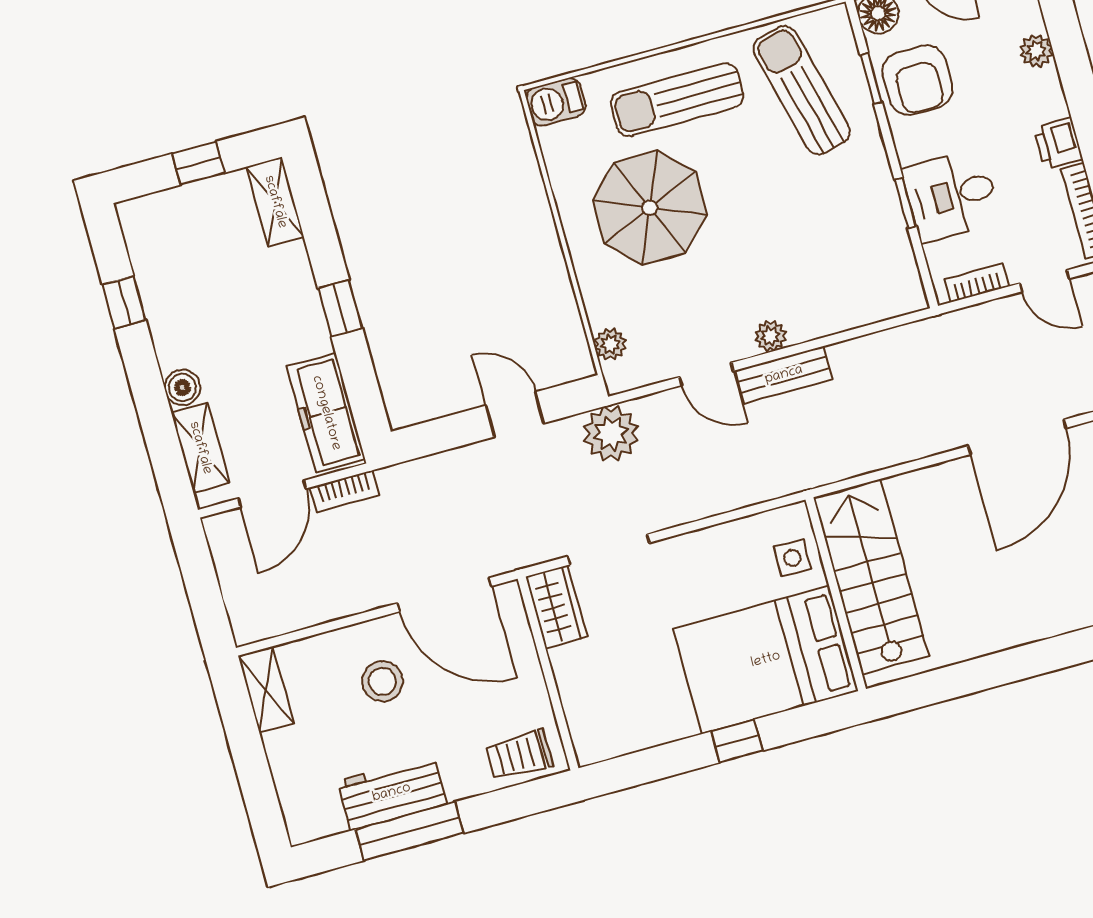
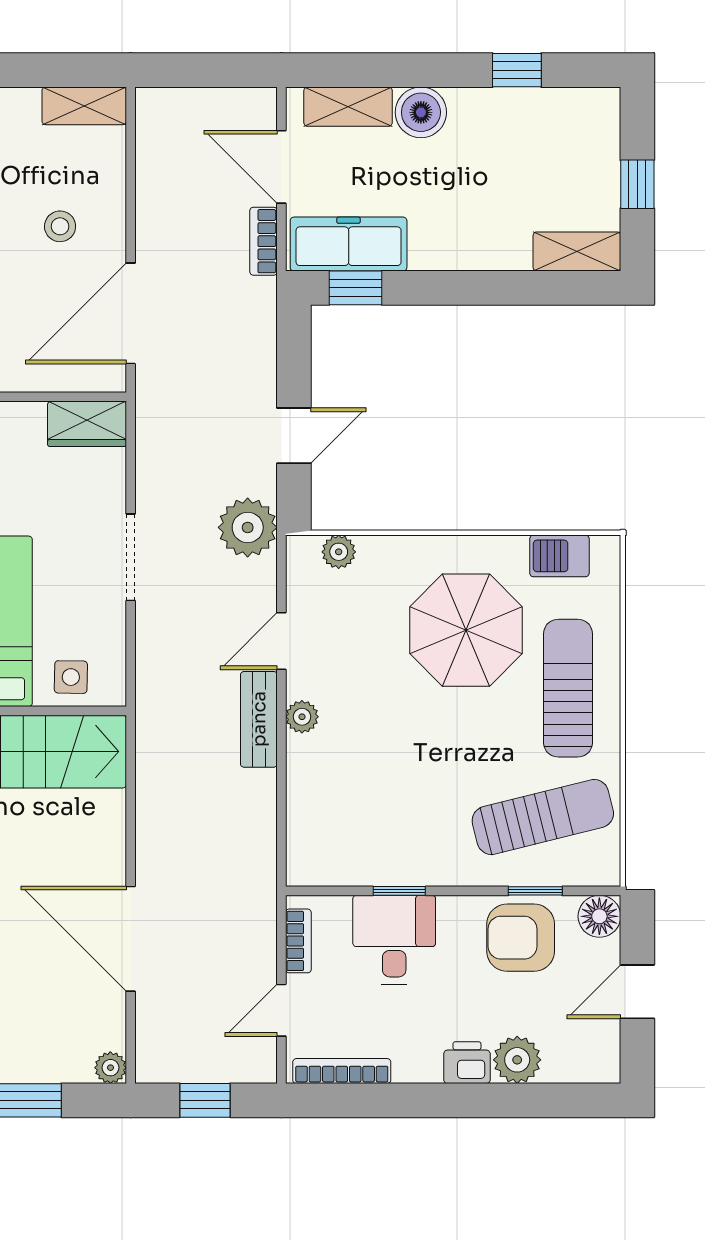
plant: (1036, 51) -> (517, 1060), width x1.38, depth x1.38
barbecue: (556, 102) -> (559, 556), moved, turned -90
printer: (1058, 143) -> (467, 1063), moved
window: (340, 308) -> (355, 288), moved
boiler: (182, 388) -> (421, 112), width x1.36, depth x1.36
doorway: (609, 549) -> (131, 557), moved
stool: (382, 681) -> (60, 226), width x0.73, depth x0.73

